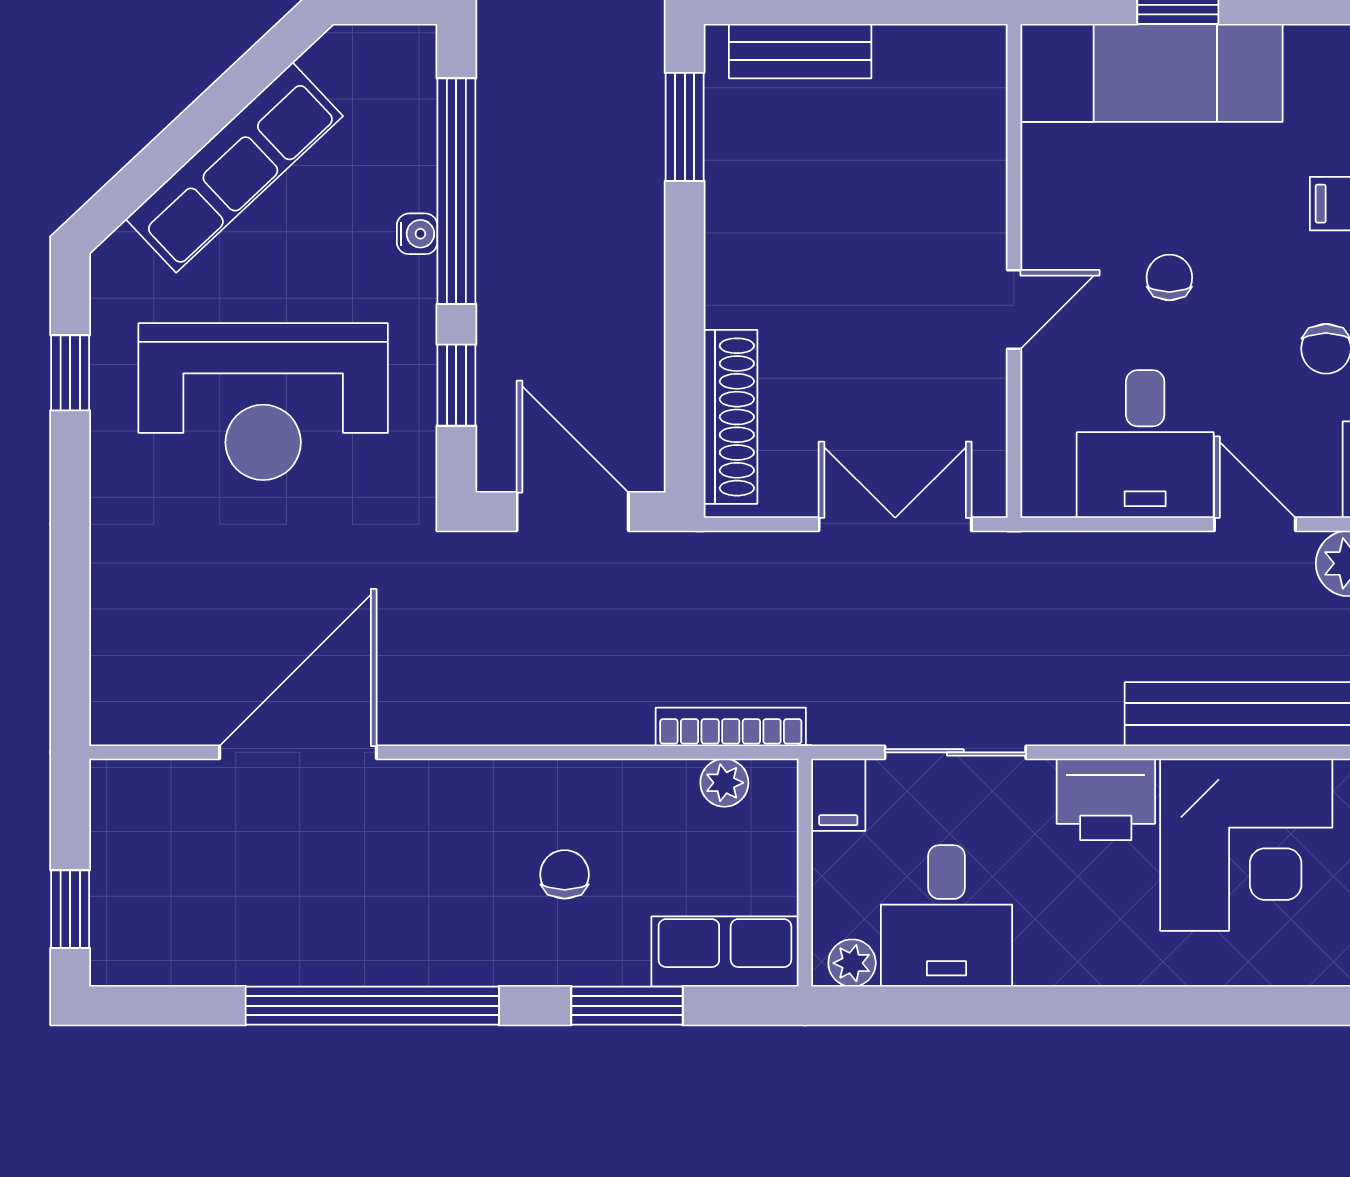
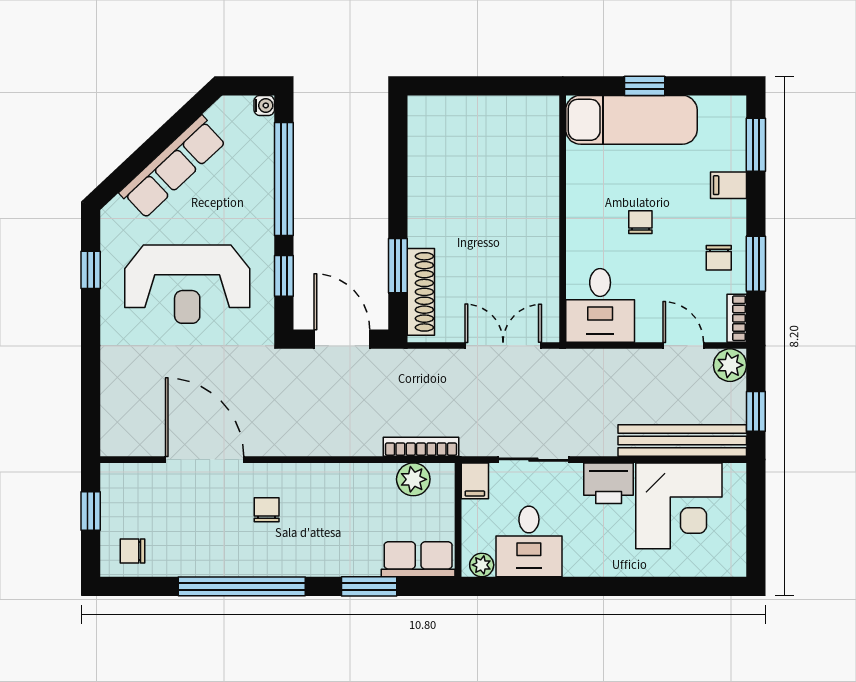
bench: (800, 51) -> (456, 109), removed
window: (685, 127) -> (398, 266), moved
water cooler: (417, 234) -> (264, 105), moved
door: (1014, 310) -> (563, 238), removed
desk: (1145, 444) -> (600, 305), moved
door: (298, 752) -> (205, 460), hinge flipped
plant: (724, 783) -> (413, 479), width x1.38, depth x1.38
chair: (565, 874) -> (267, 510), moved
window: (70, 909) -> (91, 511), moved
chair: (154, 935) -> (132, 551), added

